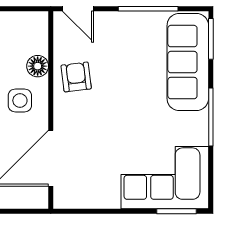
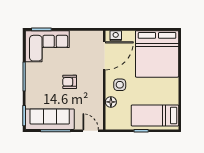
sofa: (188, 62) -> (50, 119), moved, turned -90
armchair: (76, 77) -> (70, 82), moved, turned 97
nightstand: (28, 199) -> (116, 36), added

